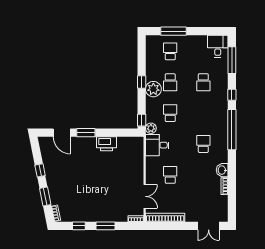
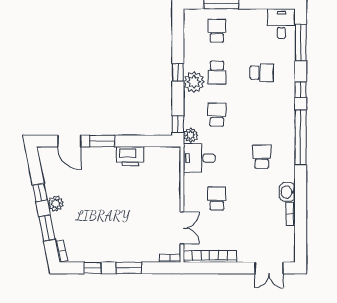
school desk: (203, 82) -> (262, 73), turned -90
plant: (52, 179) -> (56, 204), added

